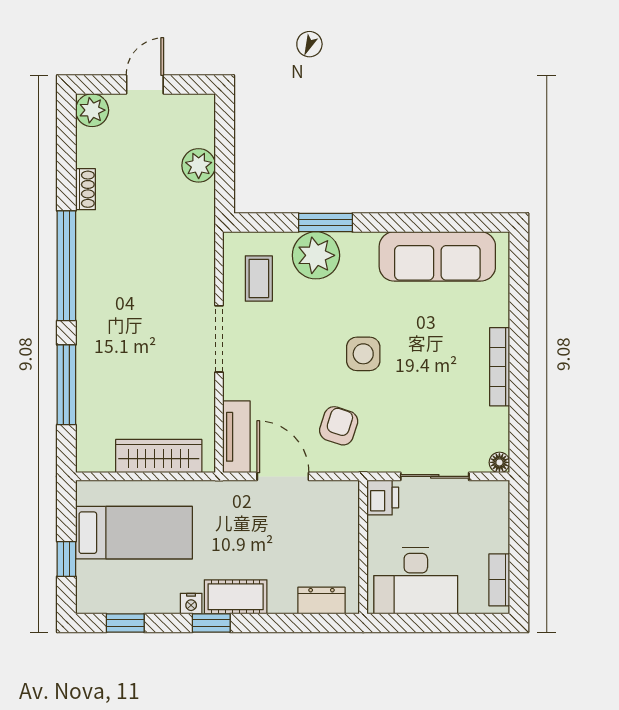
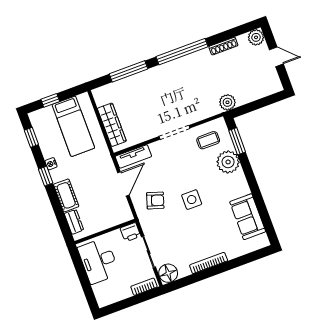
plant: (199, 165) -> (227, 102), moved
shoe rack: (85, 189) -> (223, 46), width x1.43
window: (326, 222) -> (237, 141), moved
sofa: (437, 256) -> (248, 217), width x0.73
floor lamp: (499, 462) -> (168, 273), width x1.89, depth x1.89
bookcase: (499, 580) -> (144, 287), moved
cot: (236, 597) -> (66, 195), moved

